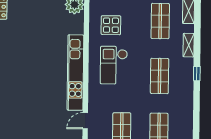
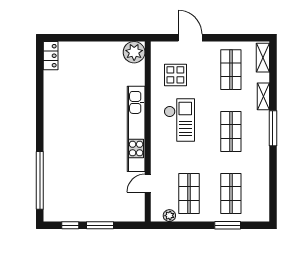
checkout: (114, 65) -> (179, 120), turned 180
window: (197, 74) -> (273, 128), width x2.17

